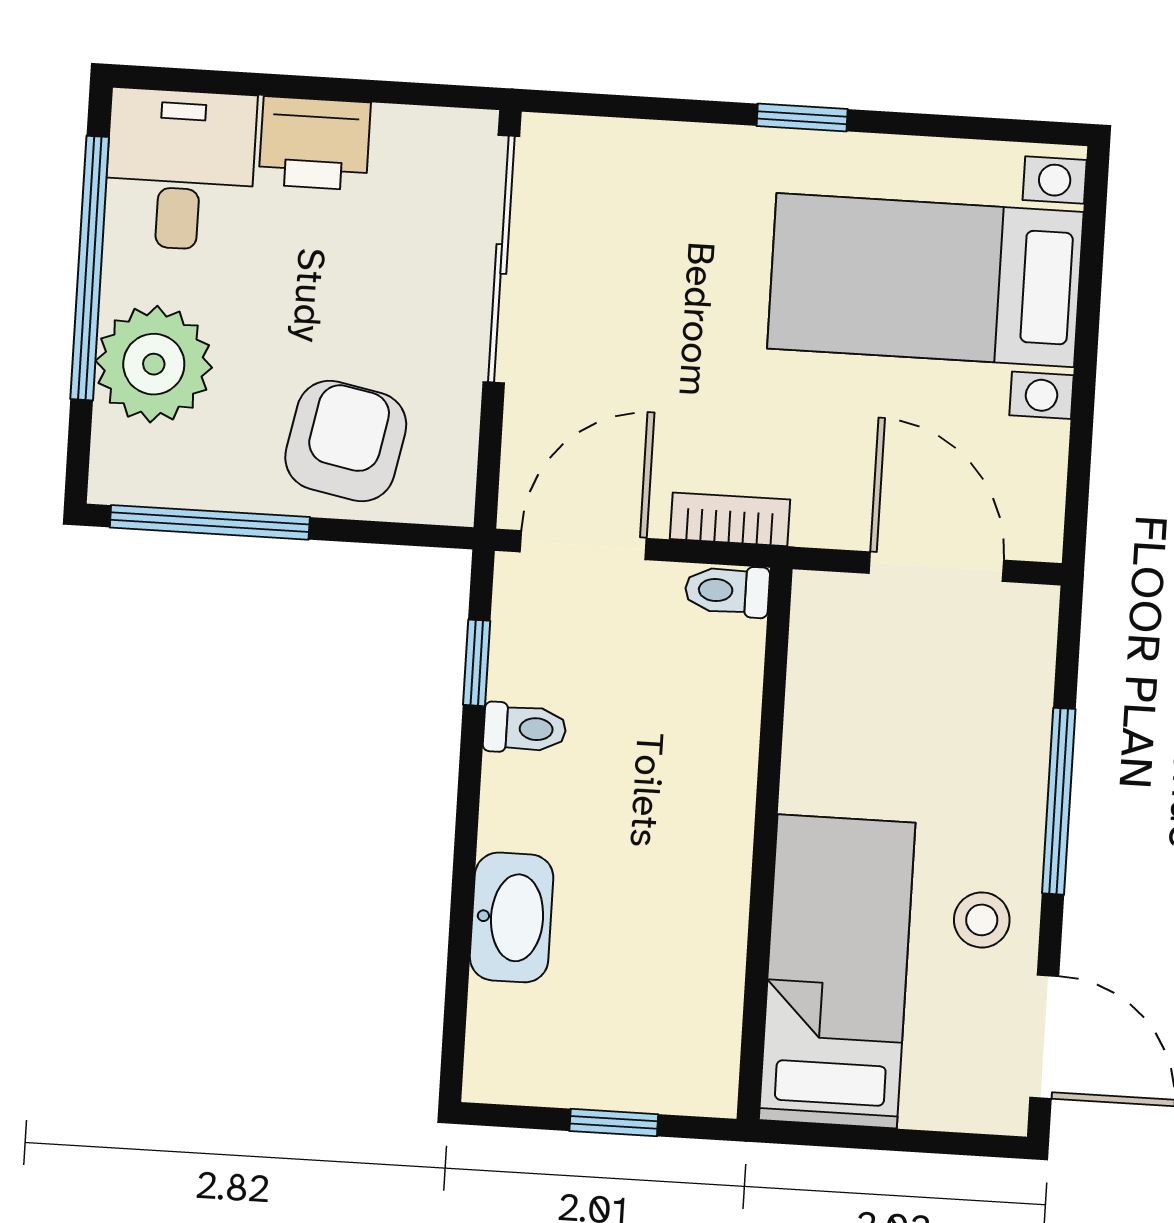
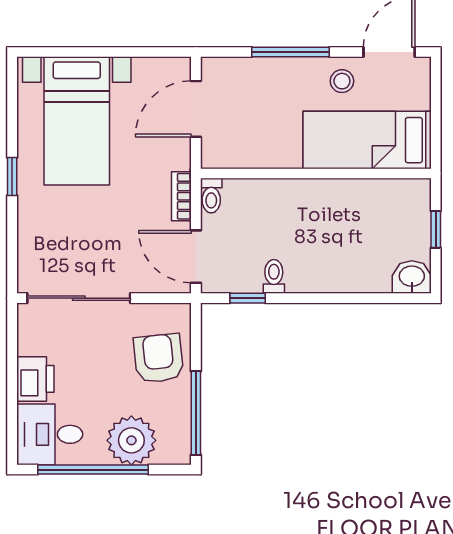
armchair: (346, 441) -> (159, 358), turned 73
washbasin: (512, 917) -> (412, 277), moved, width x0.72

